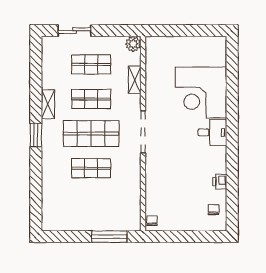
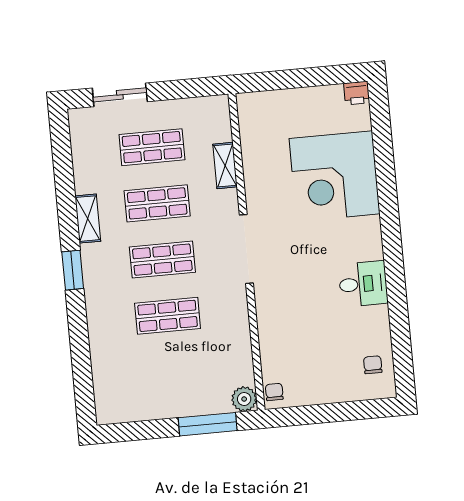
plant: (133, 44) -> (244, 399), moved
desk: (212, 132) -> (363, 284), moved
shop shelf: (91, 134) -> (162, 260), width x0.70, depth x0.74
printer: (220, 182) -> (357, 93), moved, turned -90

